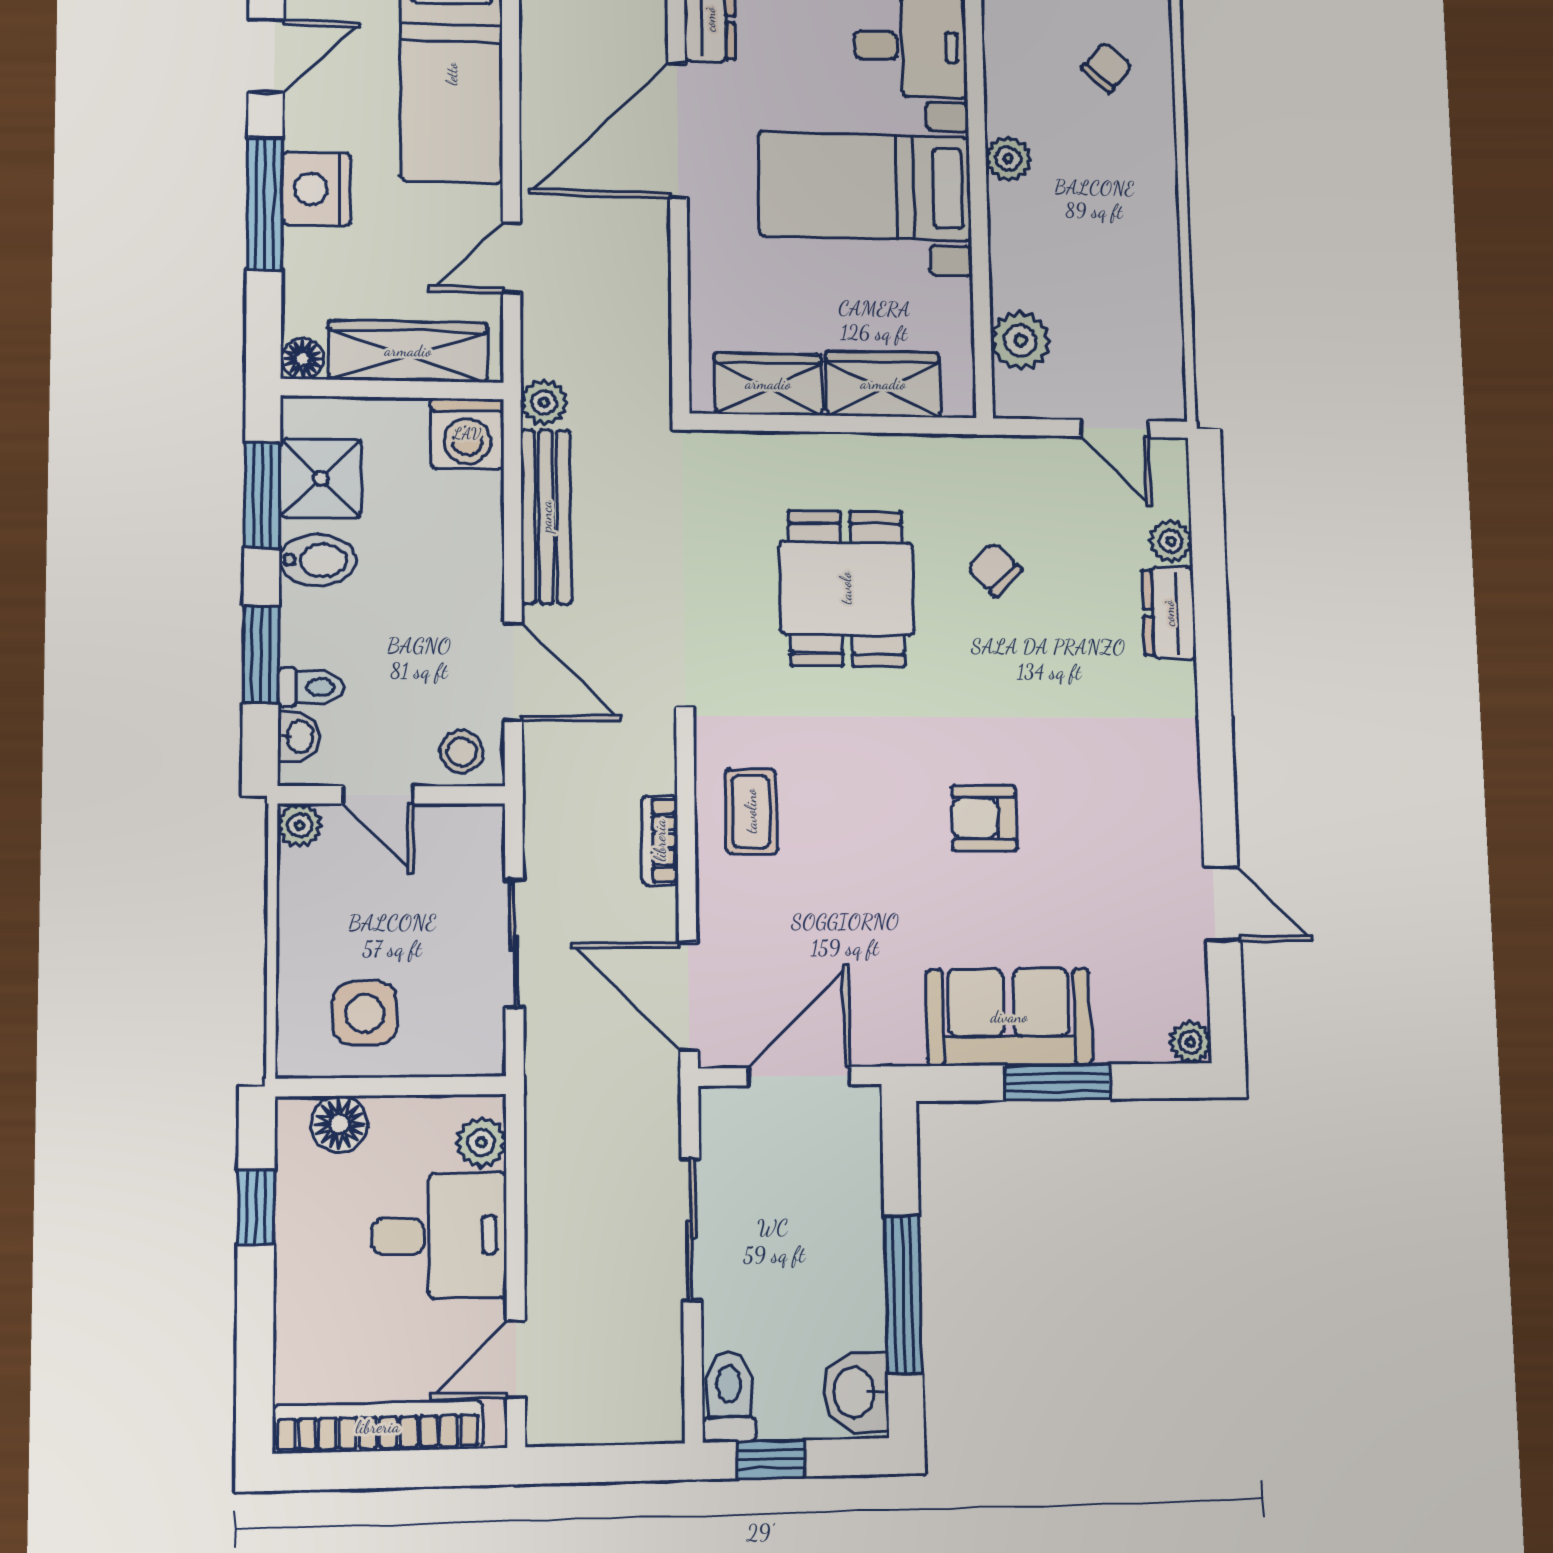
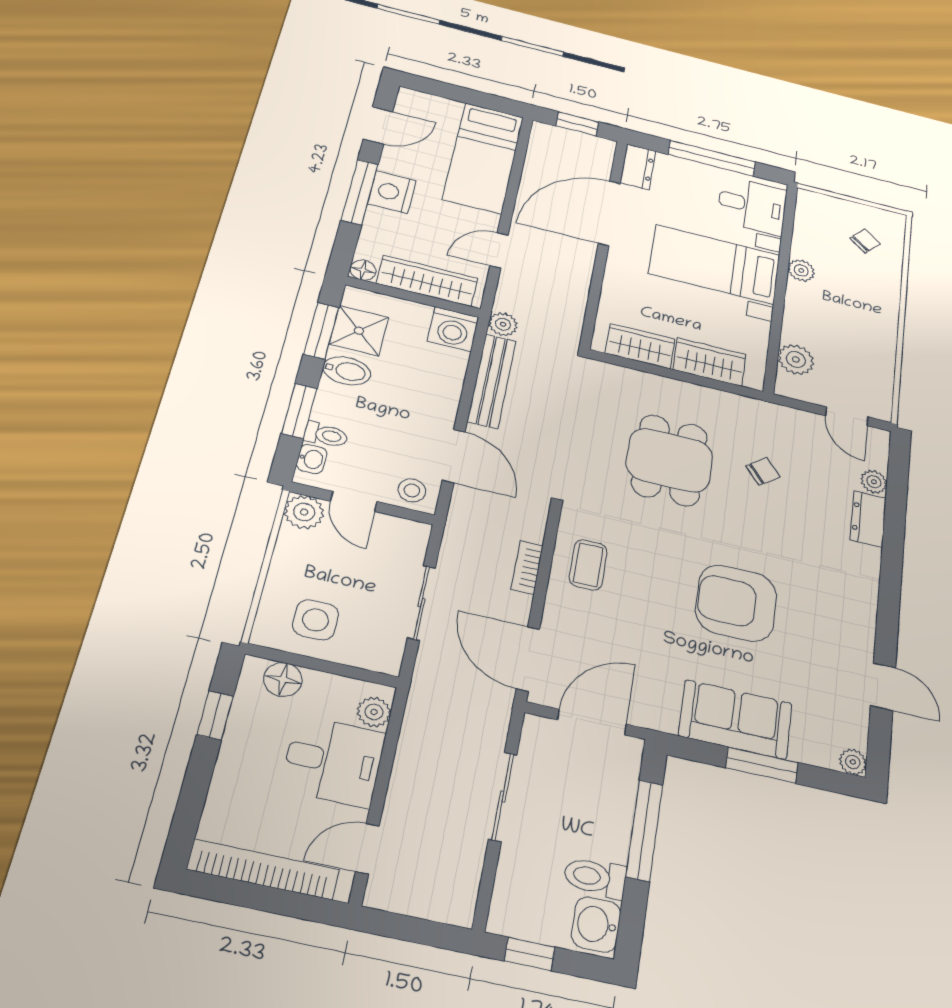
chair: (994, 569) -> (763, 471), turned 95
armchair: (984, 818) -> (736, 603), width x1.88, depth x1.88
plant: (300, 825) -> (304, 512), width x1.38, depth x1.38
window: (903, 1294) -> (644, 830), moved
toilet: (729, 1397) -> (595, 877), moved, turned -90

